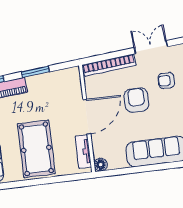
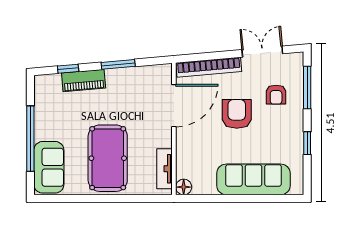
armchair: (166, 81) -> (276, 95), turned -90
door: (87, 117) -> (174, 106), moved

